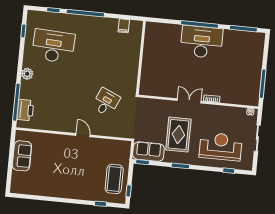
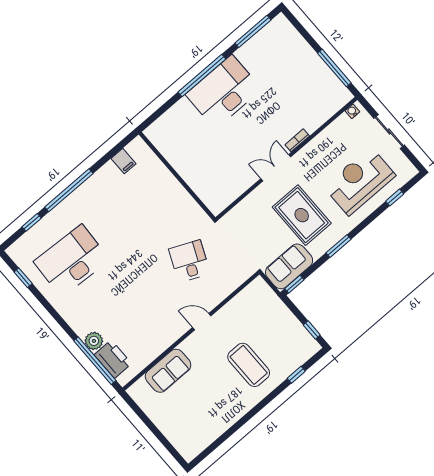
plant: (27, 74) -> (94, 341), moved
sofa: (22, 156) -> (168, 371), moved, turned 90
coffee table: (114, 179) -> (249, 365), moved

